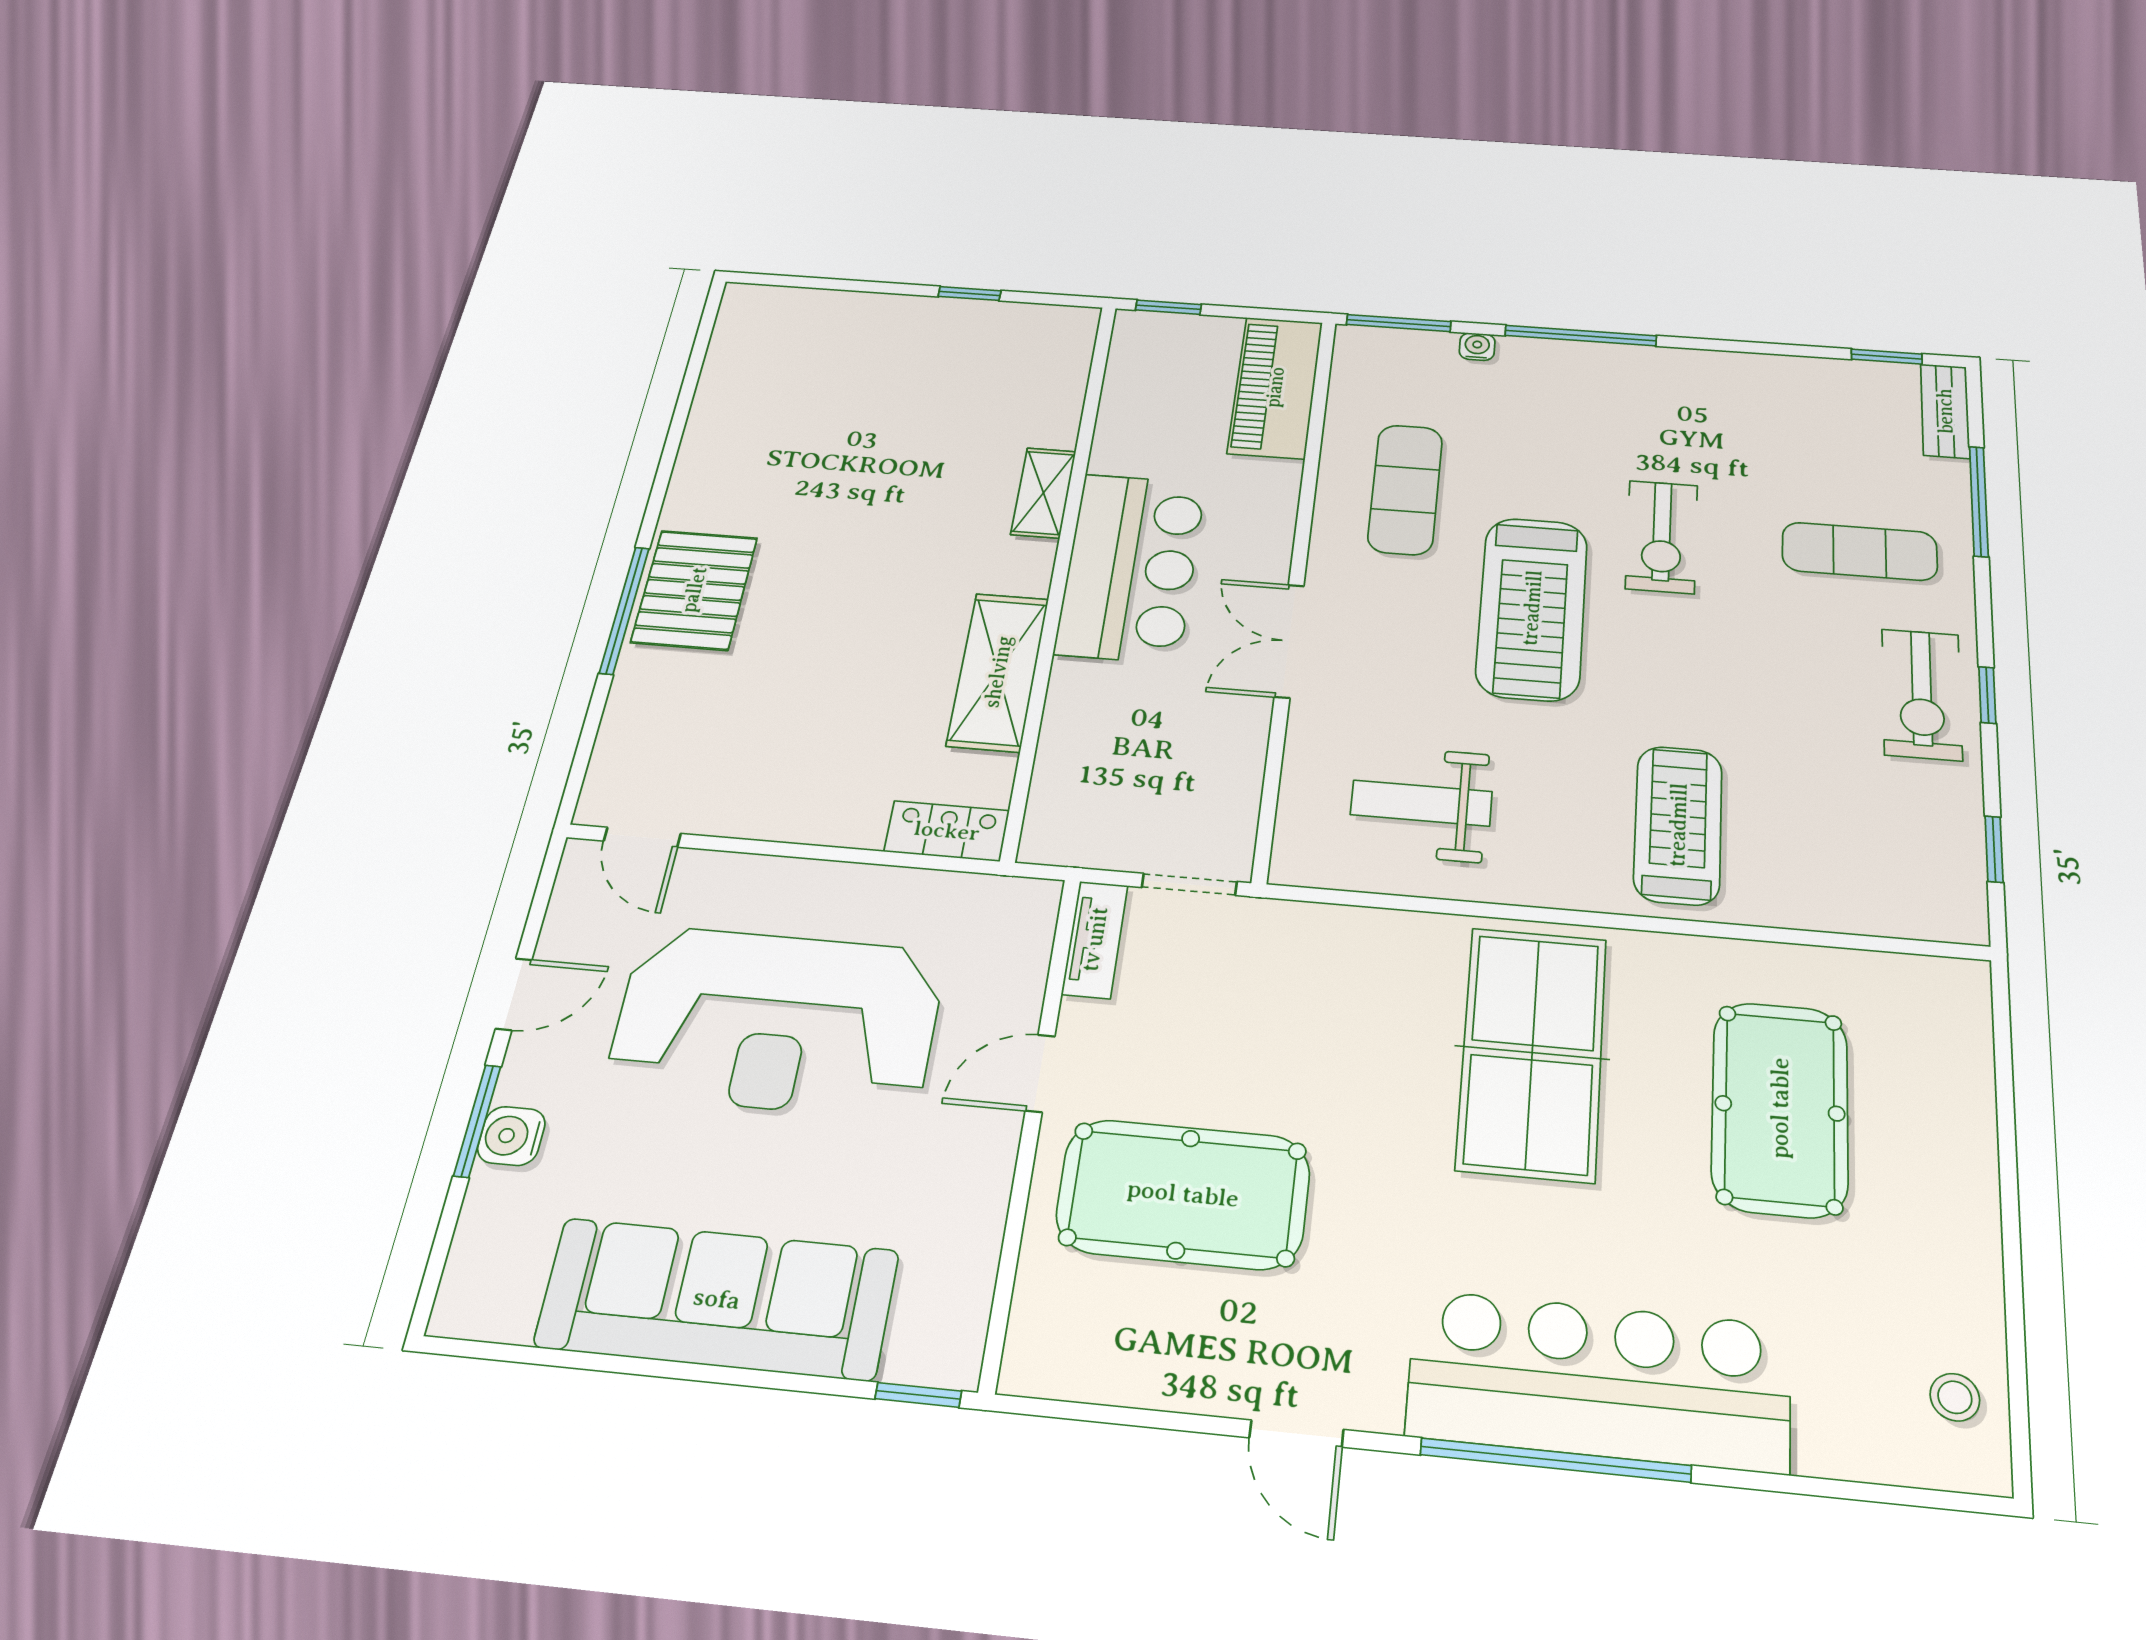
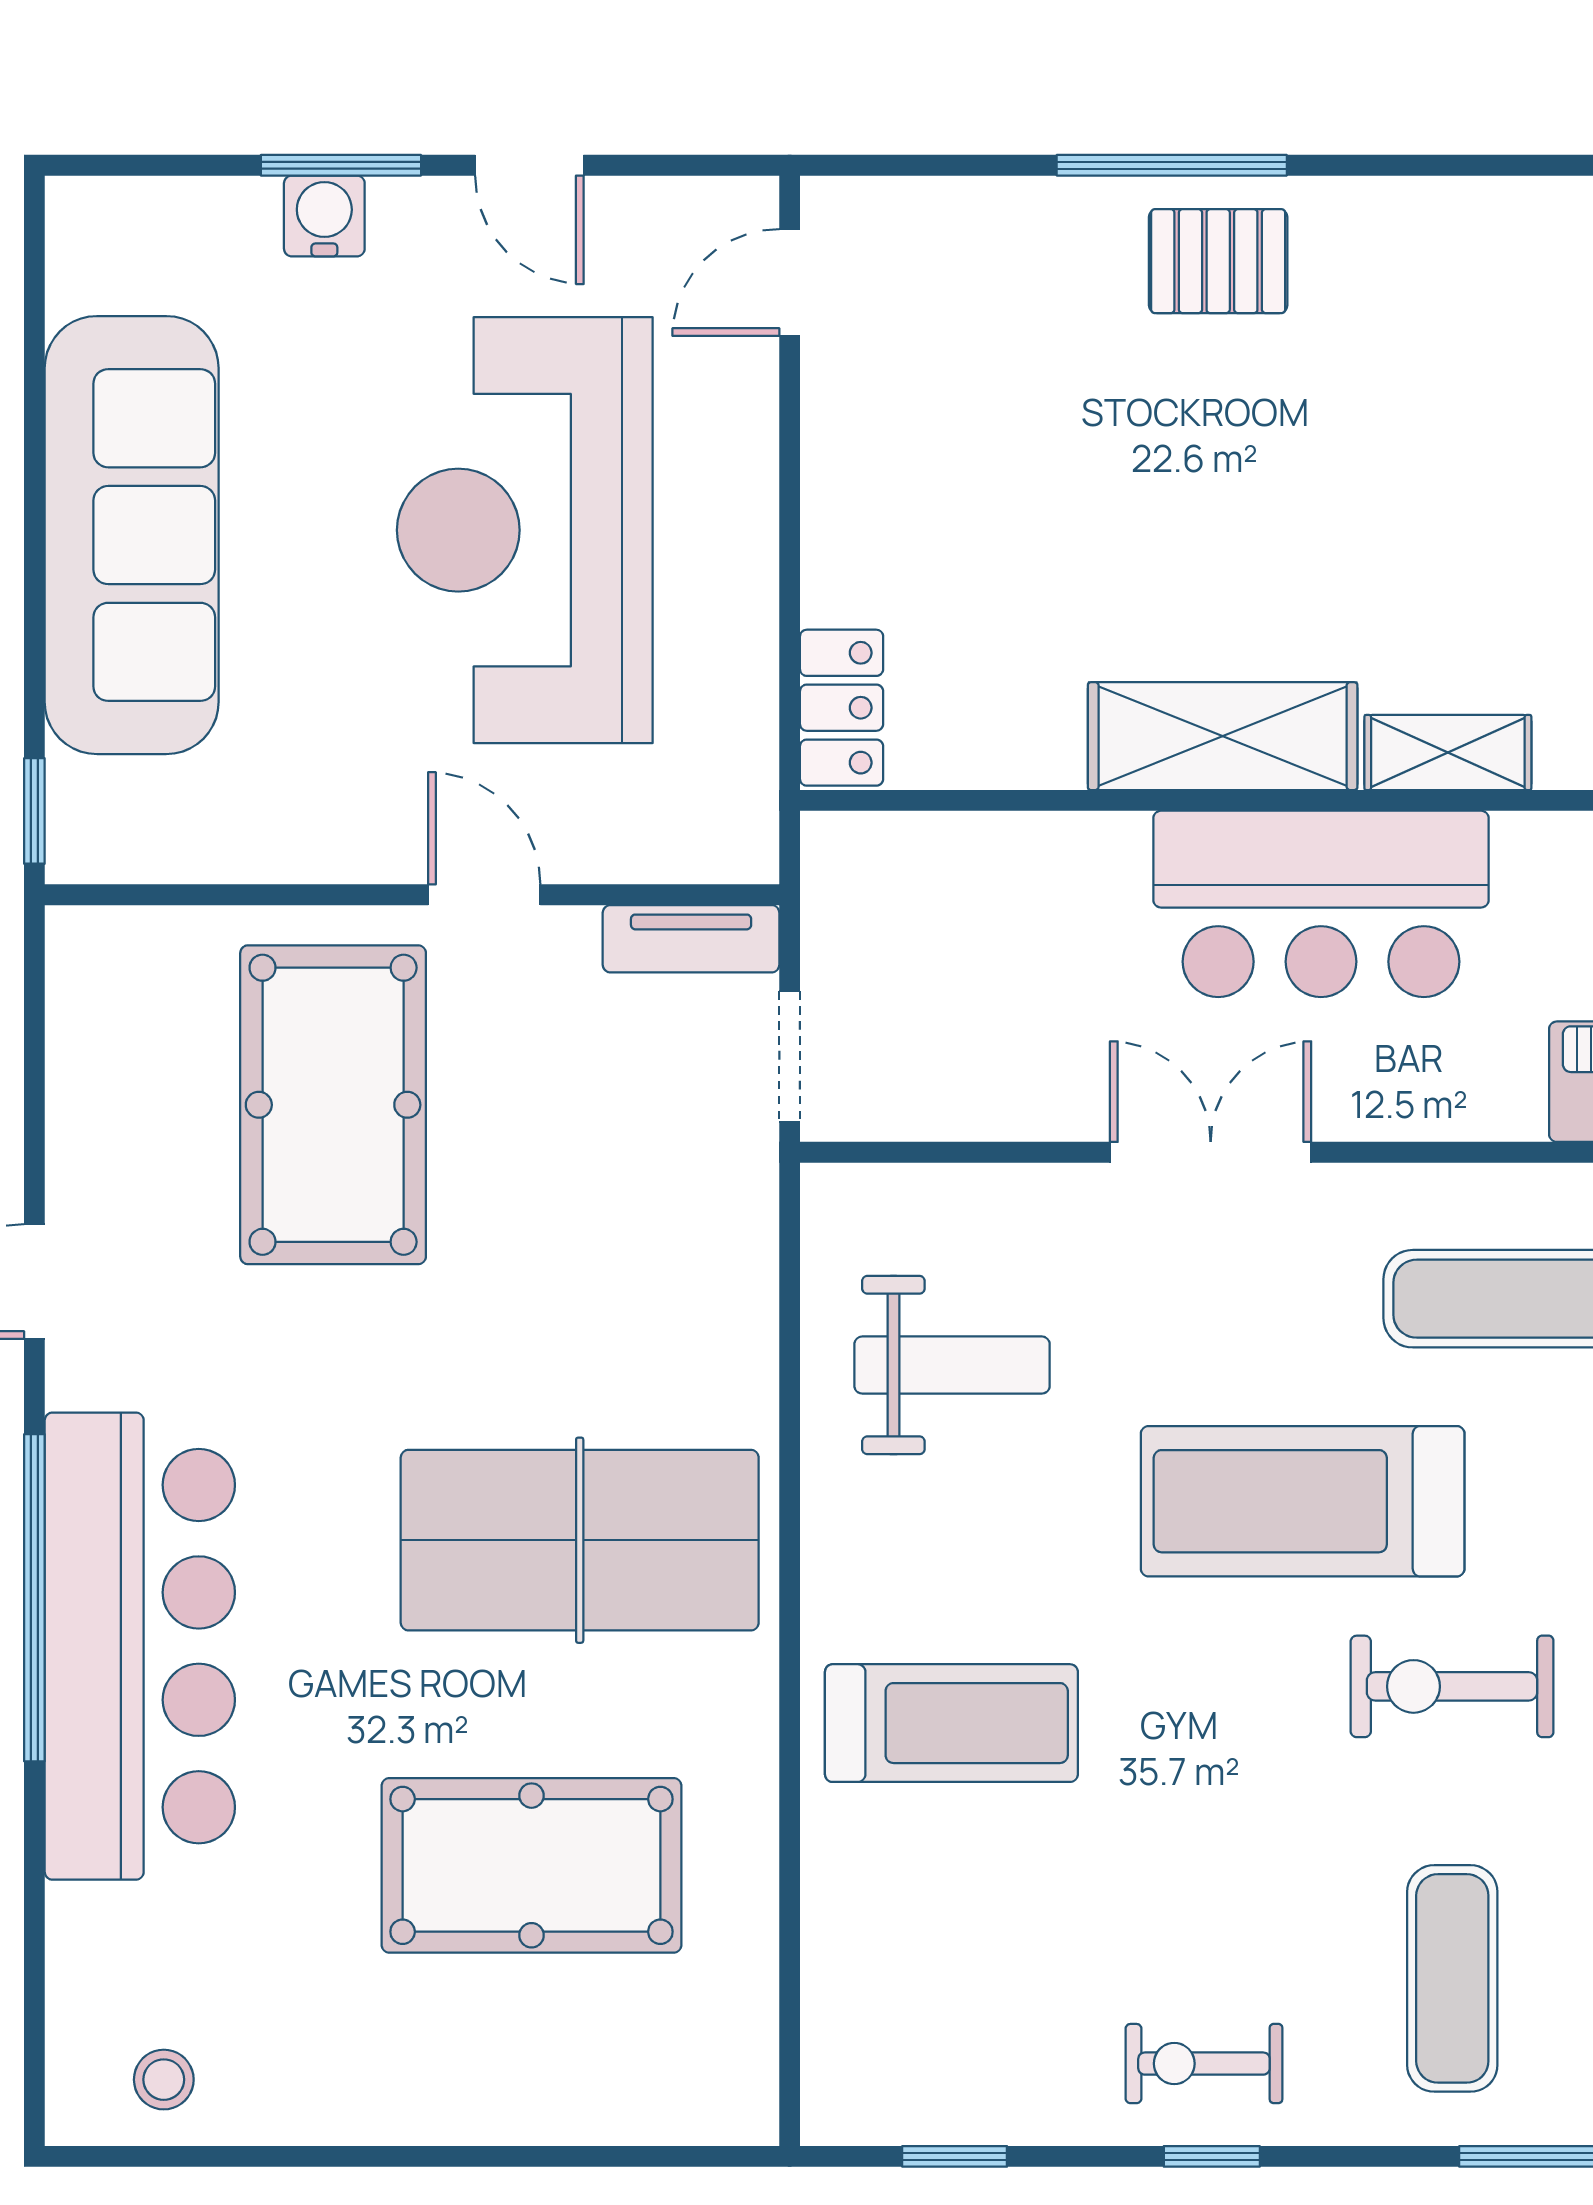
pallet: (694, 590) -> (1218, 261), width x0.67, depth x0.71
shelving: (998, 672) -> (1223, 736), moved
exercise bike: (1922, 694) -> (1204, 2064), width x0.73, depth x0.72
weight bench: (1421, 803) -> (952, 1365), turned 90

